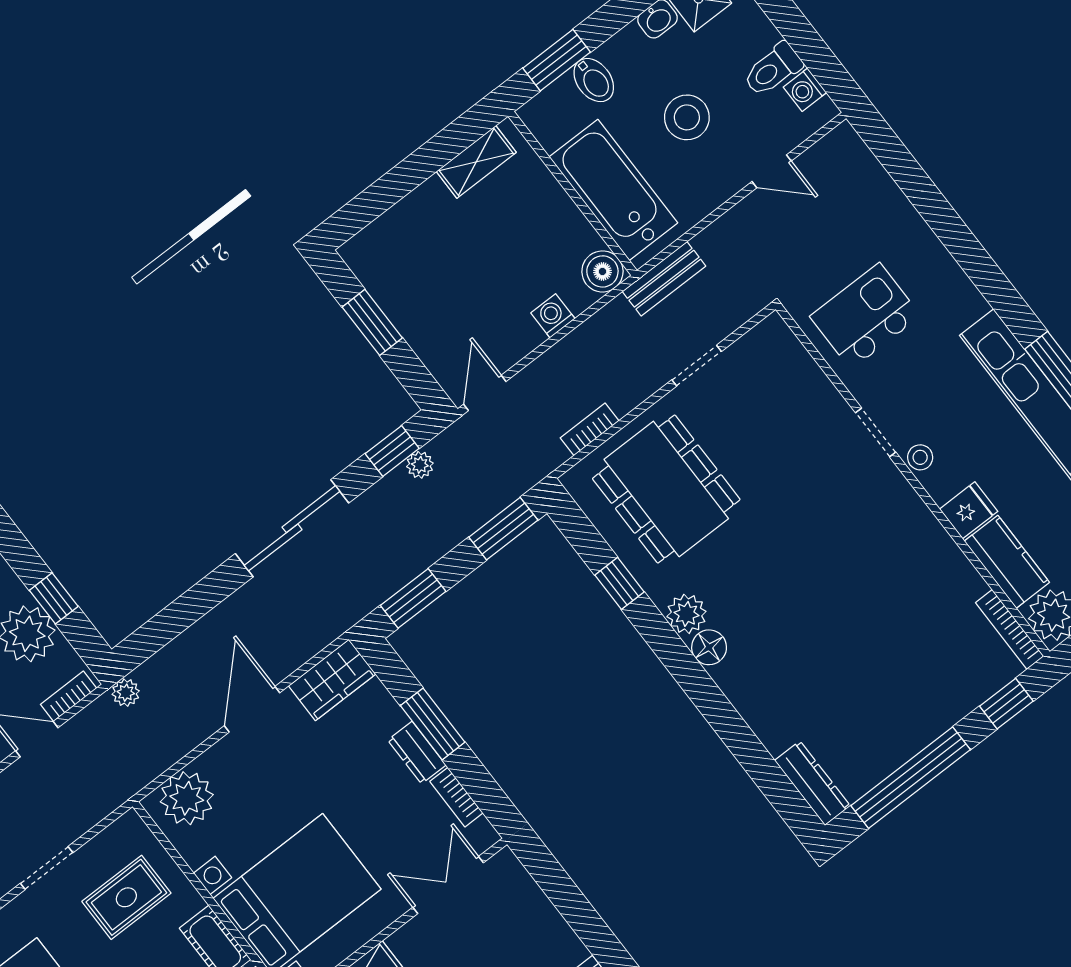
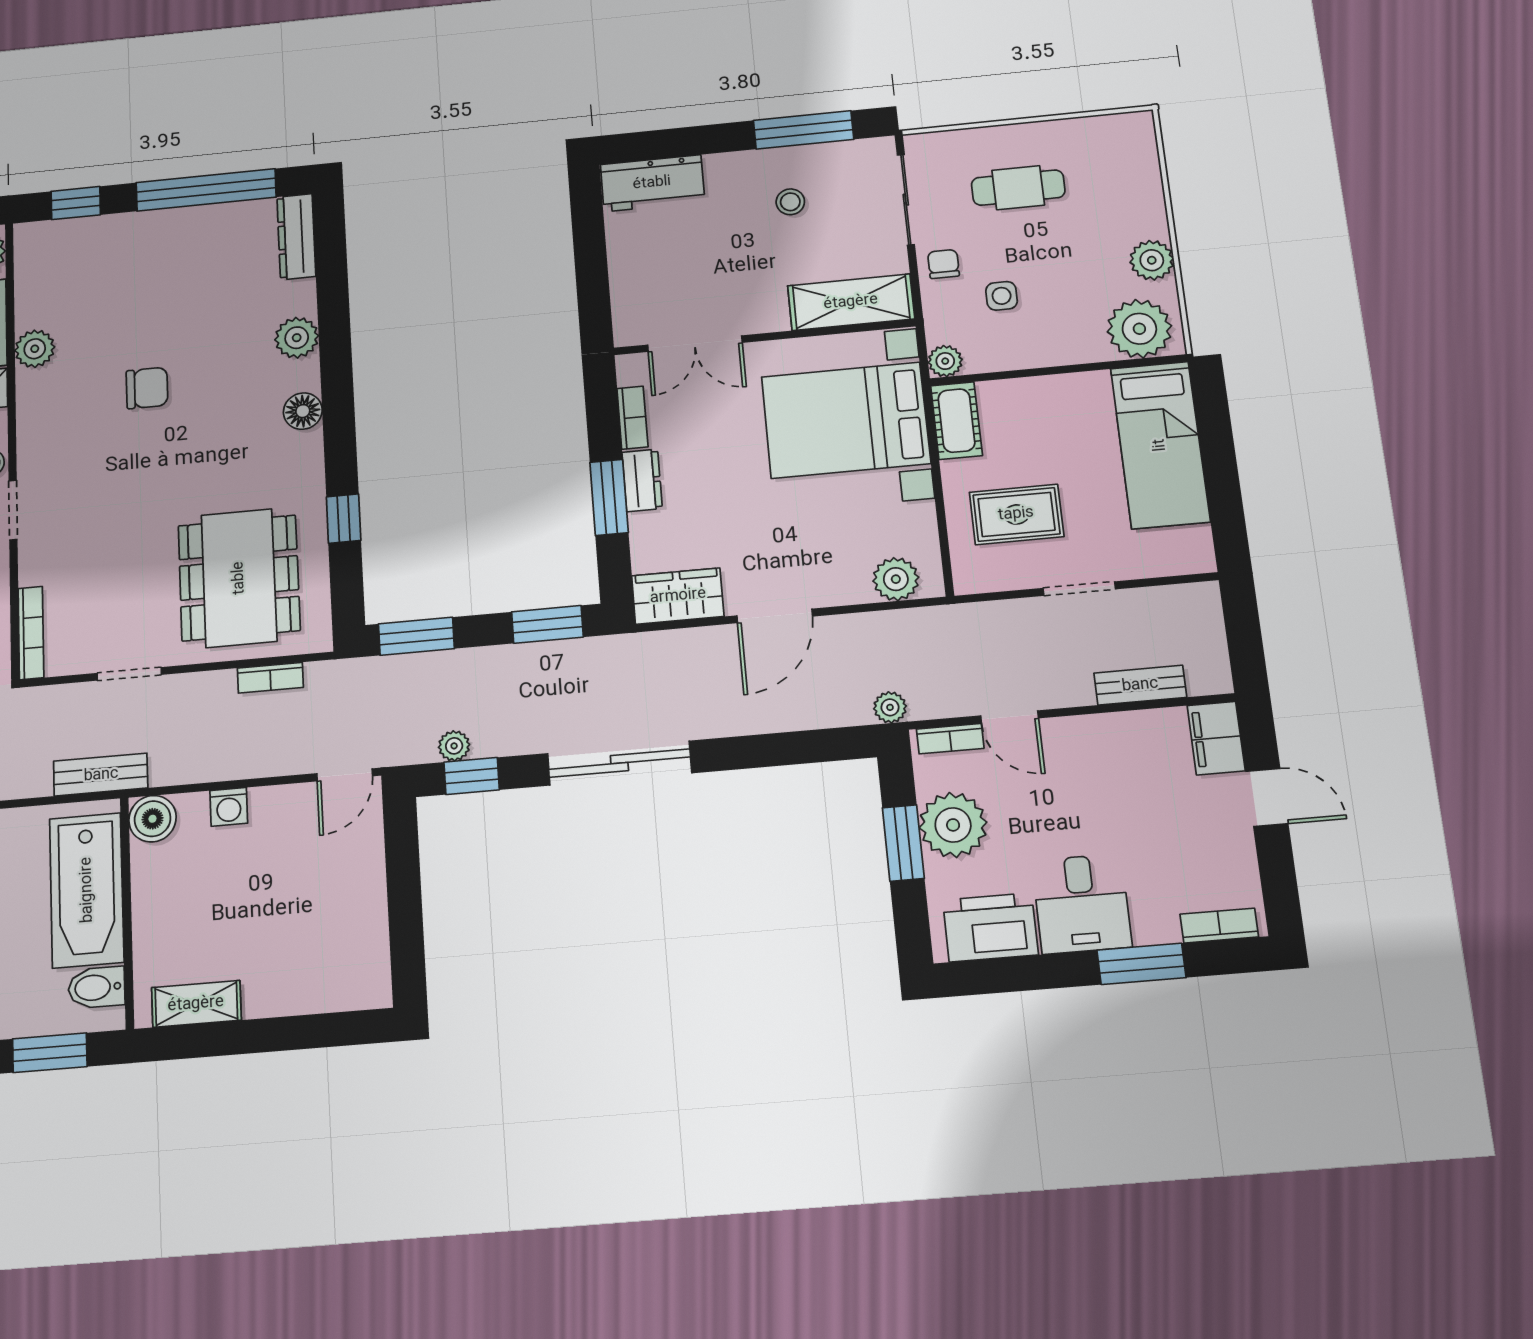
bidet: (594, 80) -> (97, 987), moved, turned -90
window: (372, 322) -> (405, 912), removed
plant: (952, 567) -> (35, 349), added
chair: (842, 591) -> (147, 388), added
window: (54, 598) -> (903, 843), width x1.50
plant: (686, 614) -> (297, 338), moved
bookcase: (1010, 629) -> (31, 633), moved
plant: (187, 798) -> (896, 579), width x0.73, depth x0.73

